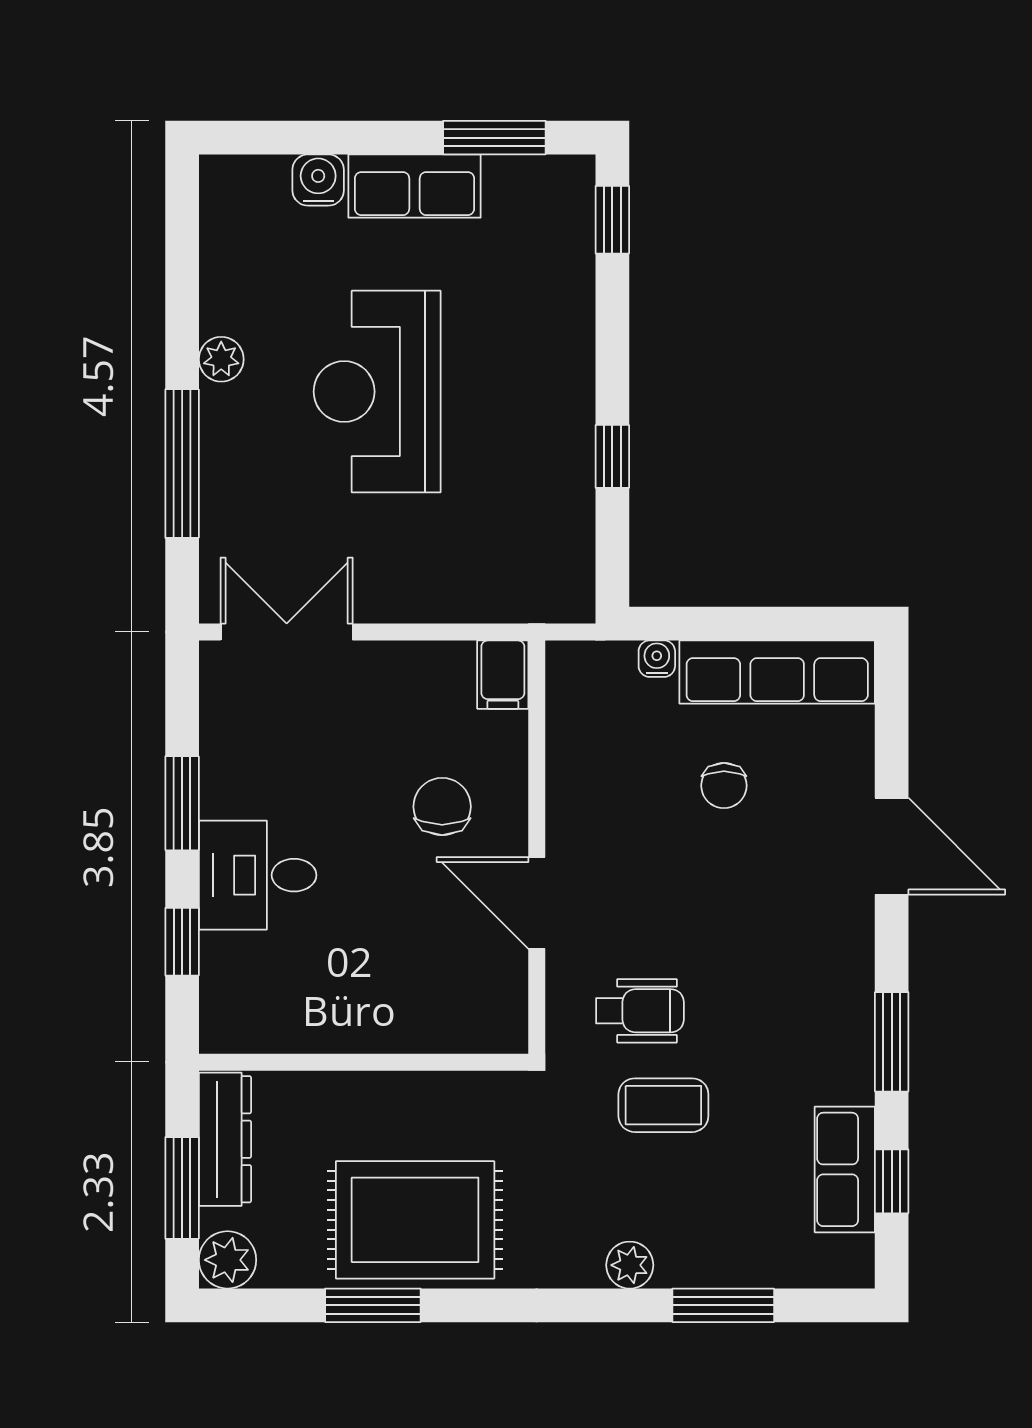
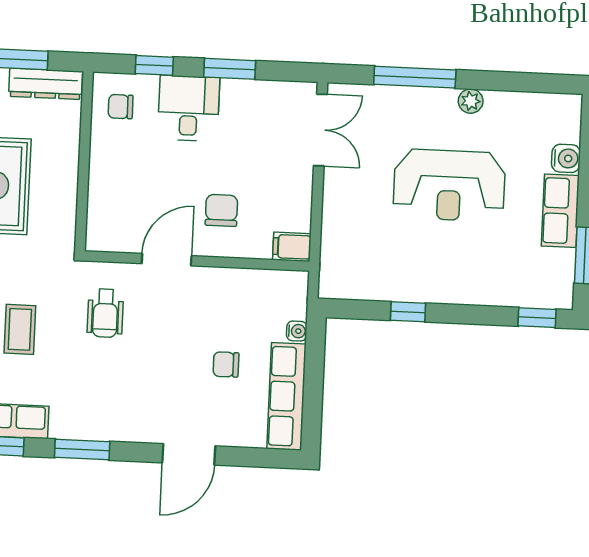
reception desk: (377, 392) -> (449, 185), turned 180
chair: (442, 807) -> (221, 210), turned -90
chair: (260, 1000) -> (121, 107), added
coffee table: (663, 1105) -> (20, 329), moved

